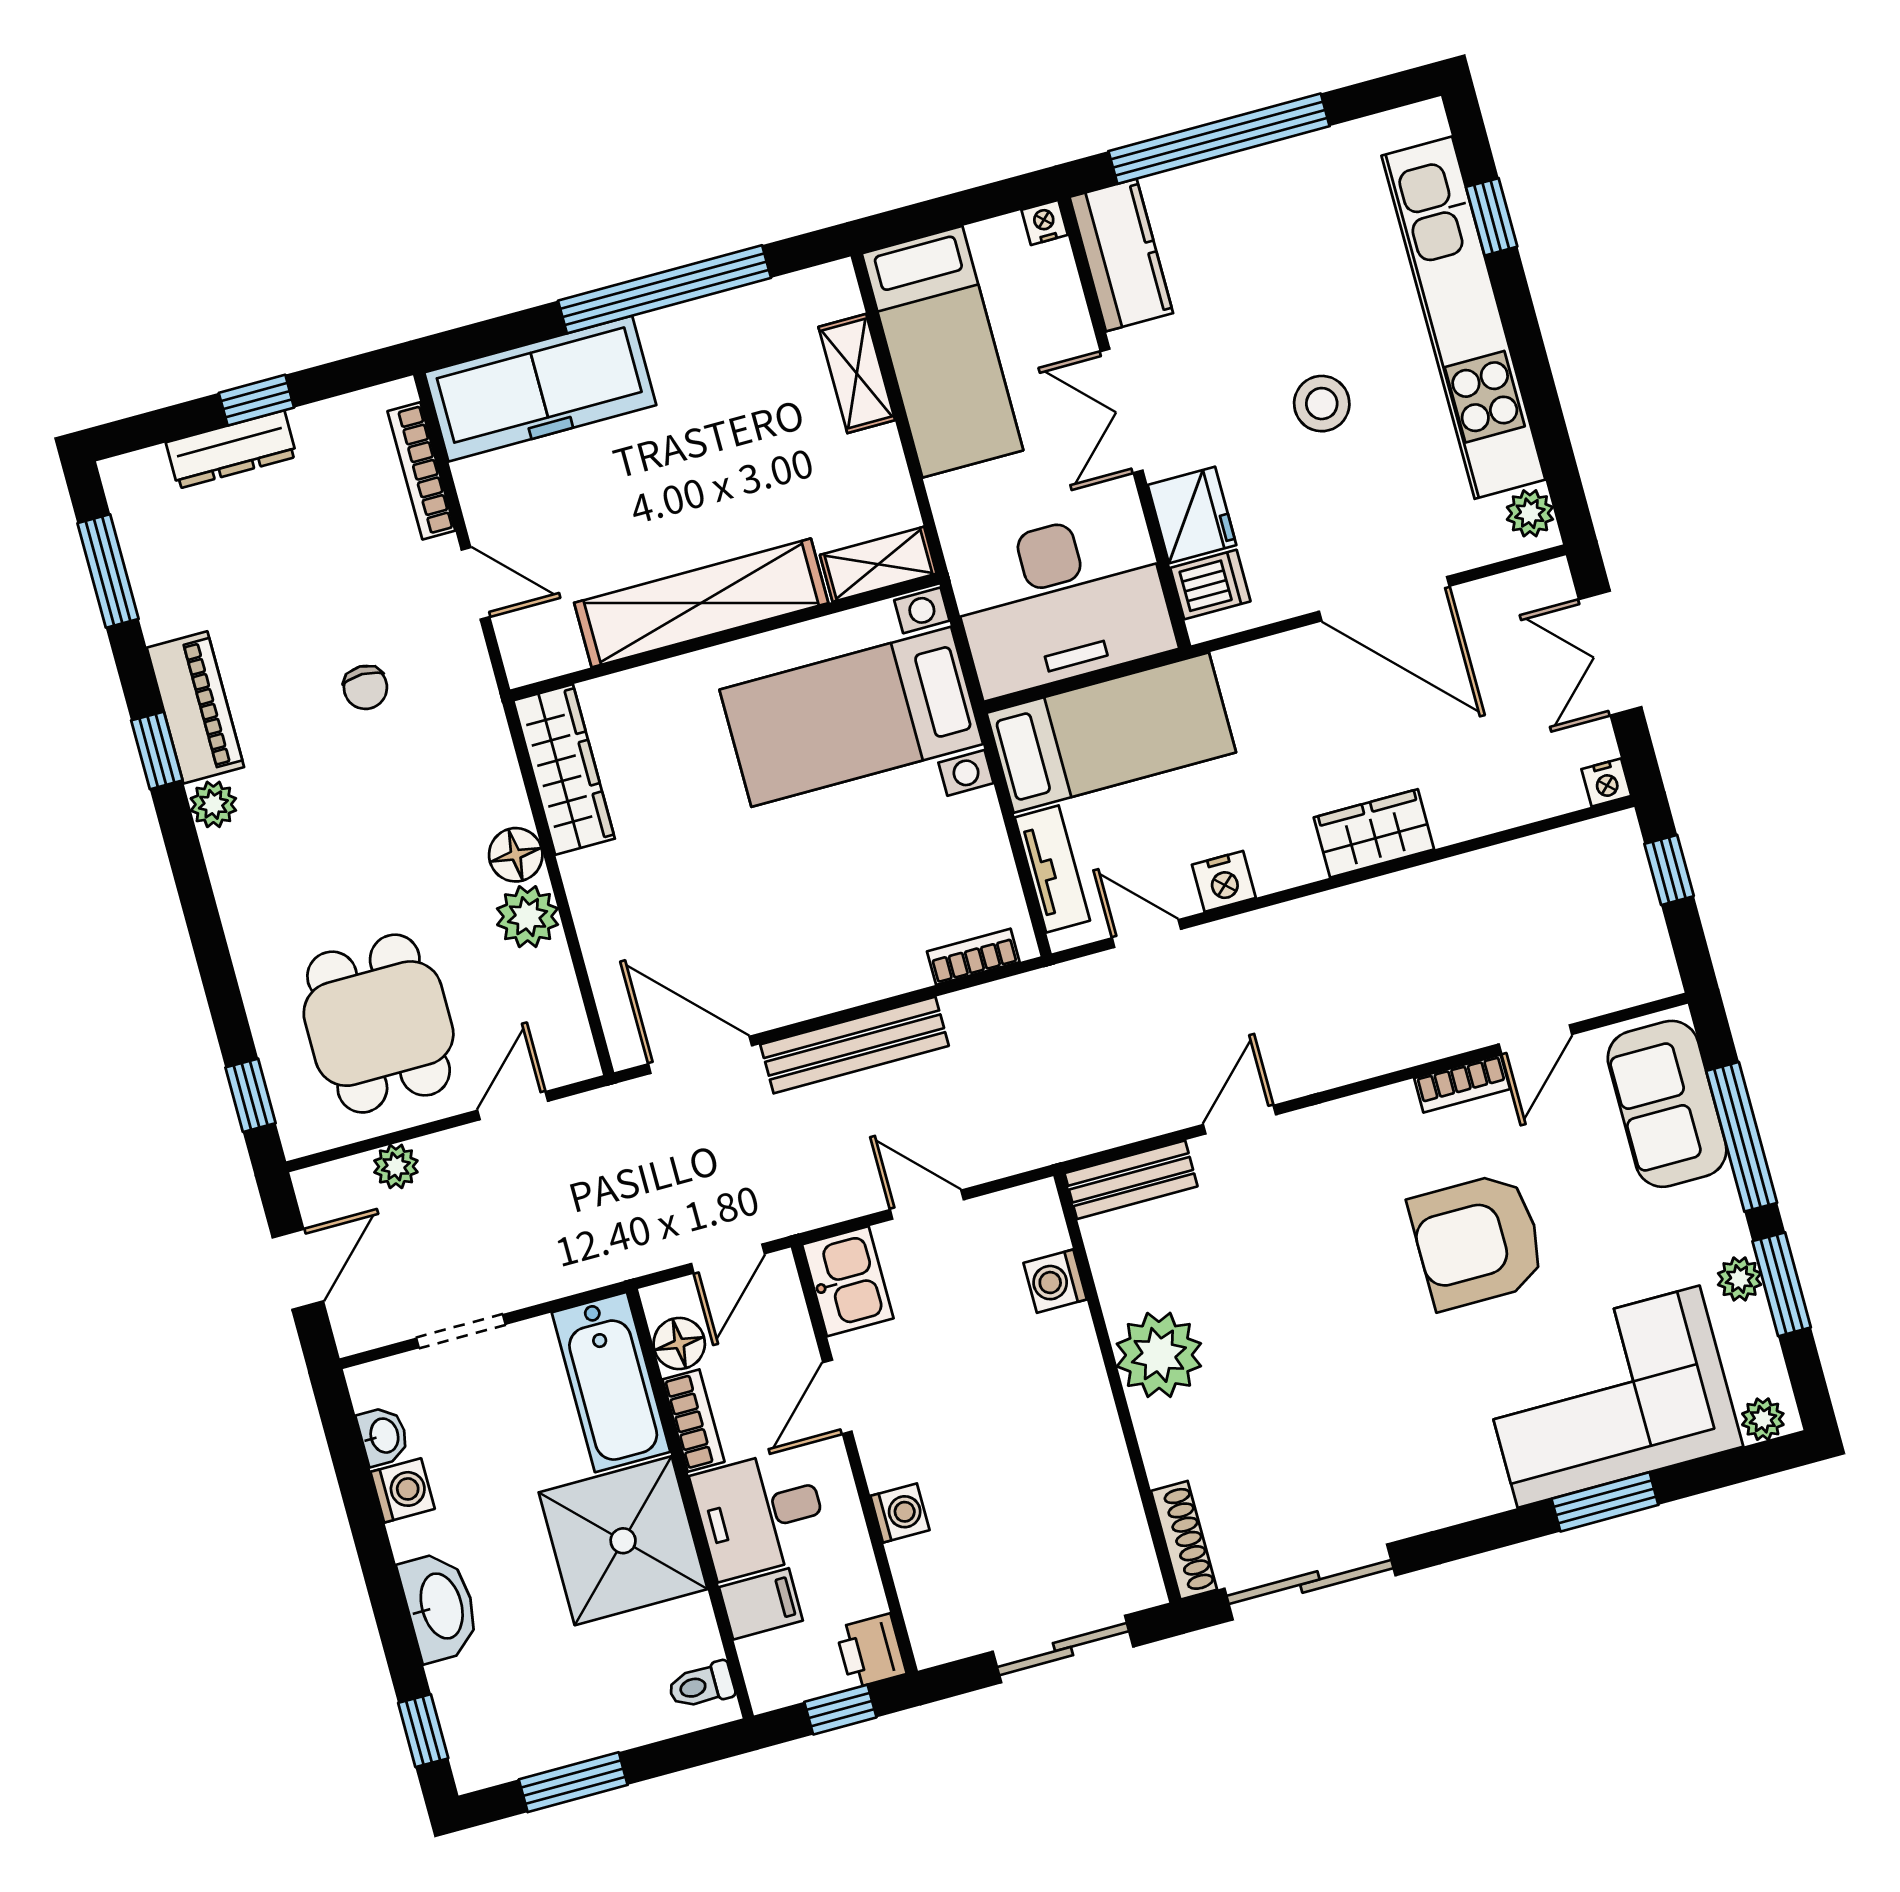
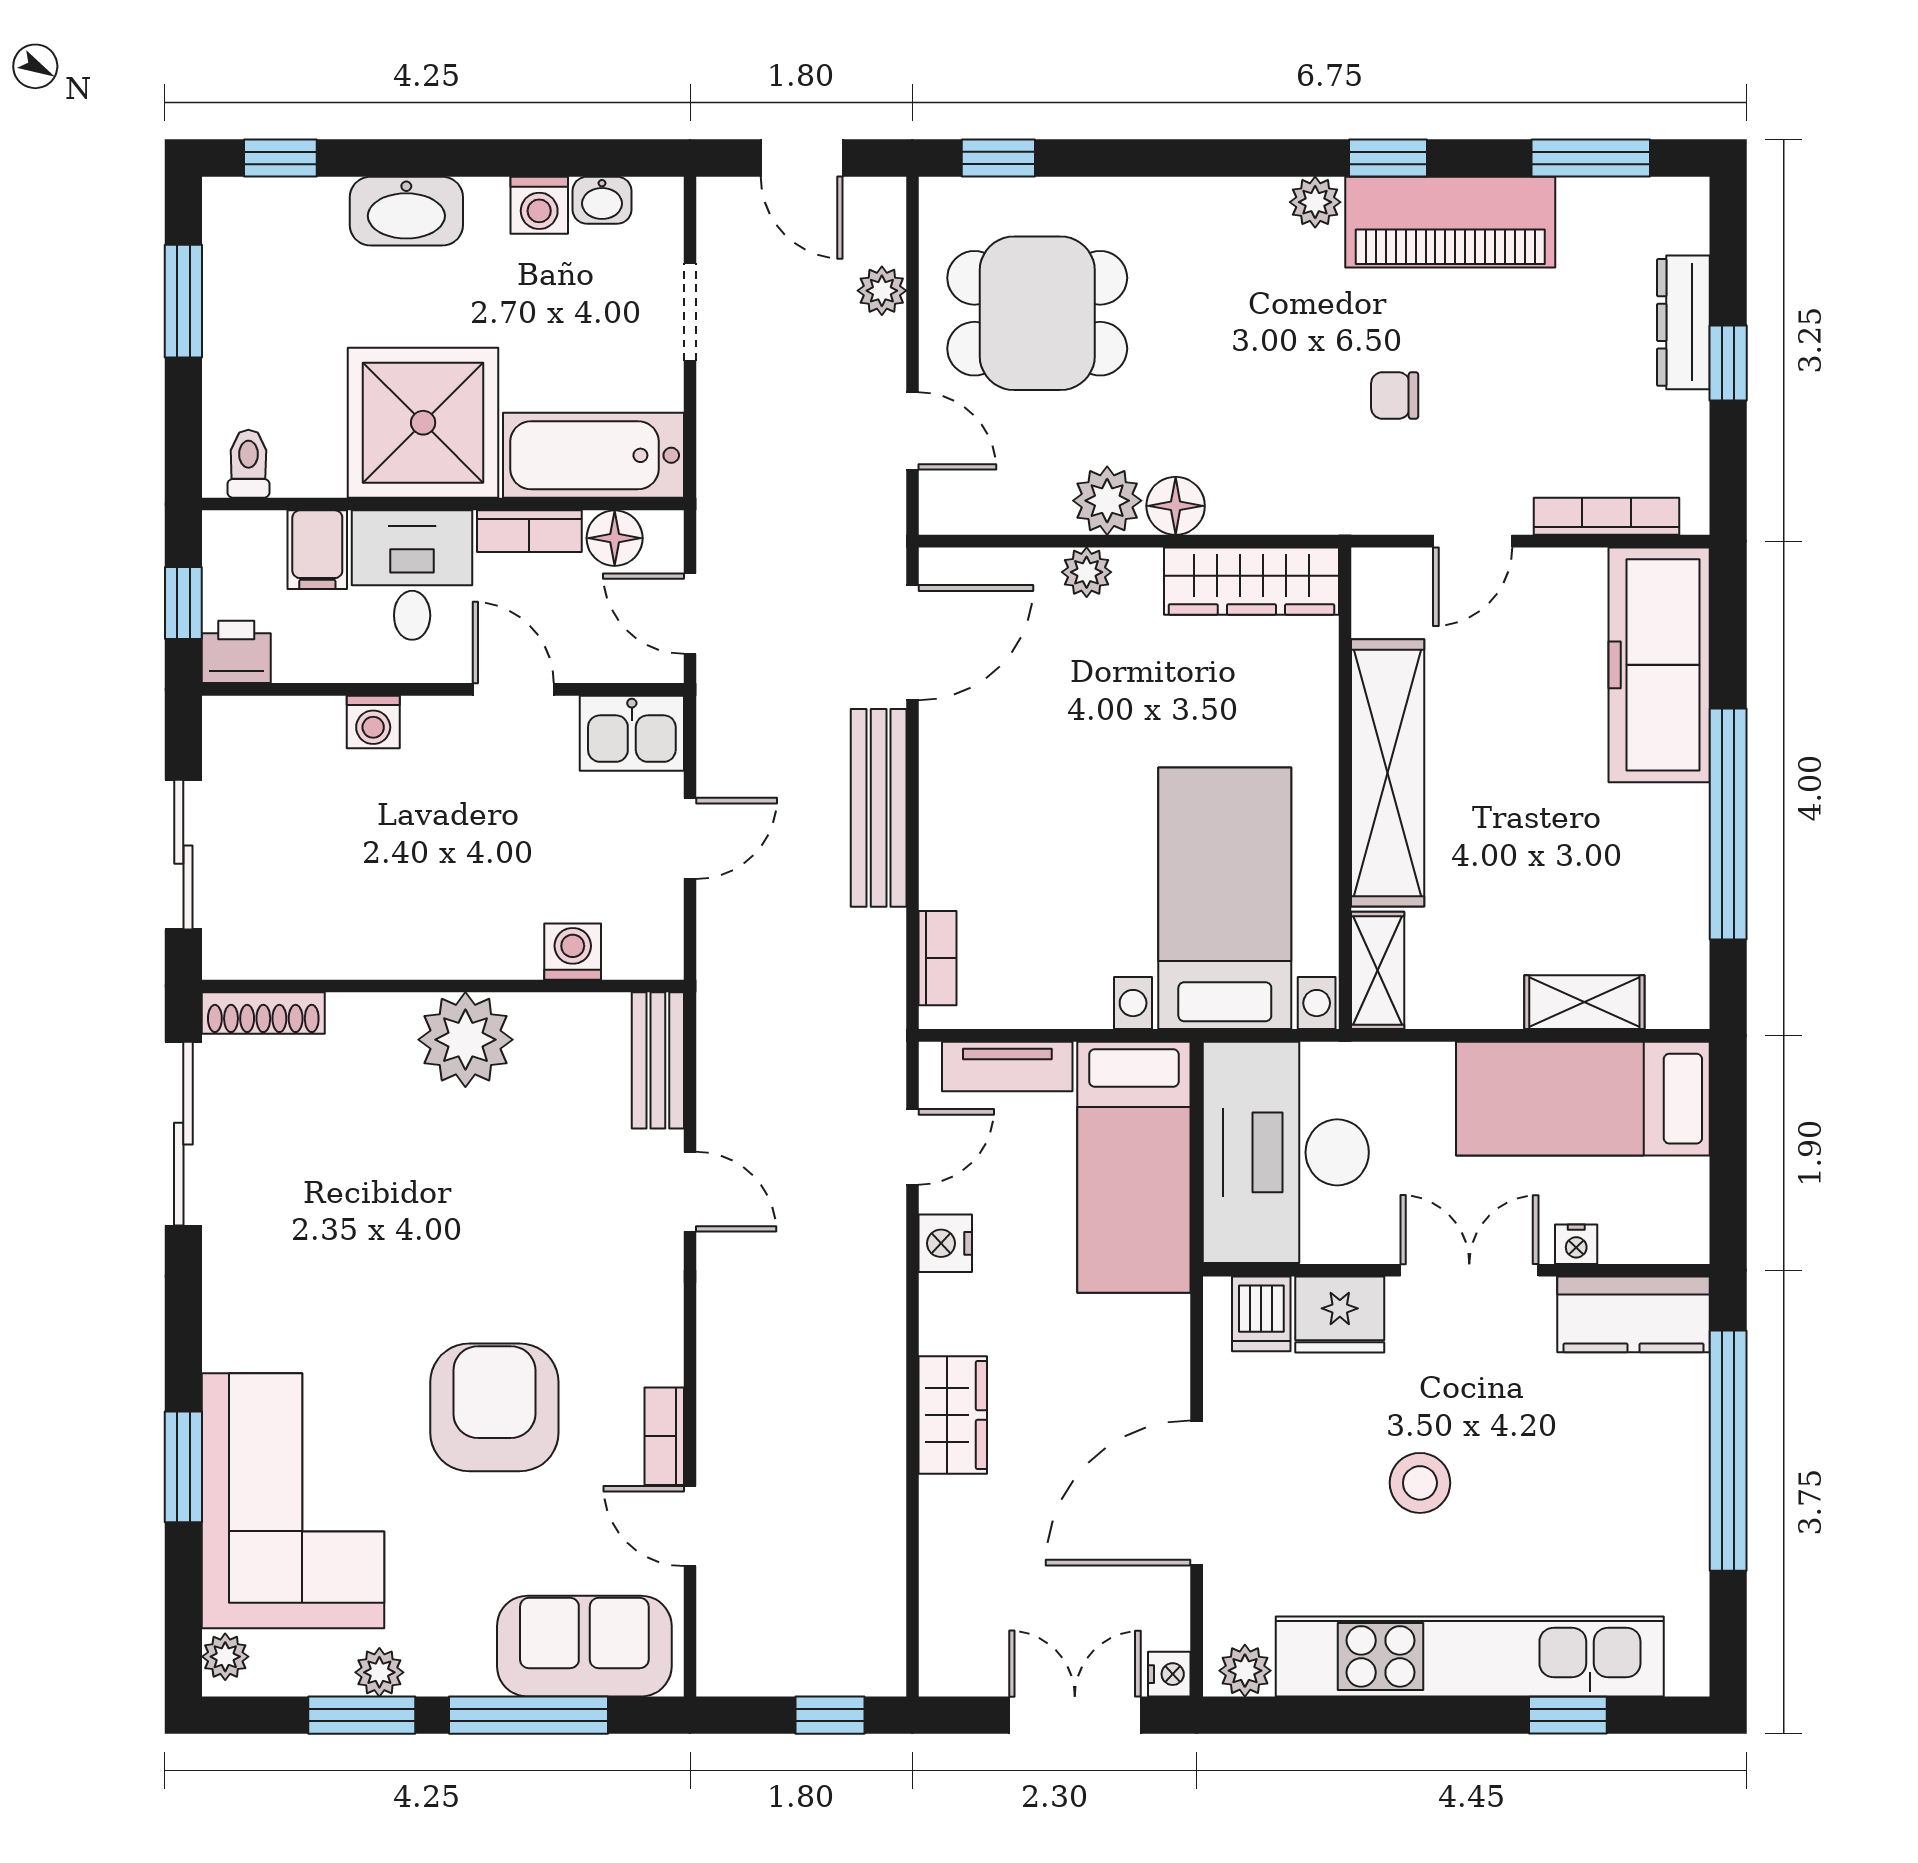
nightstand: (1045, 222) -> (1576, 1244), moved, turned 90
piano: (195, 707) -> (1450, 222), width x1.37, depth x1.33
nightstand: (1606, 783) -> (1169, 1674), moved, turned 180
plant: (596, 918) -> (1087, 572), added

